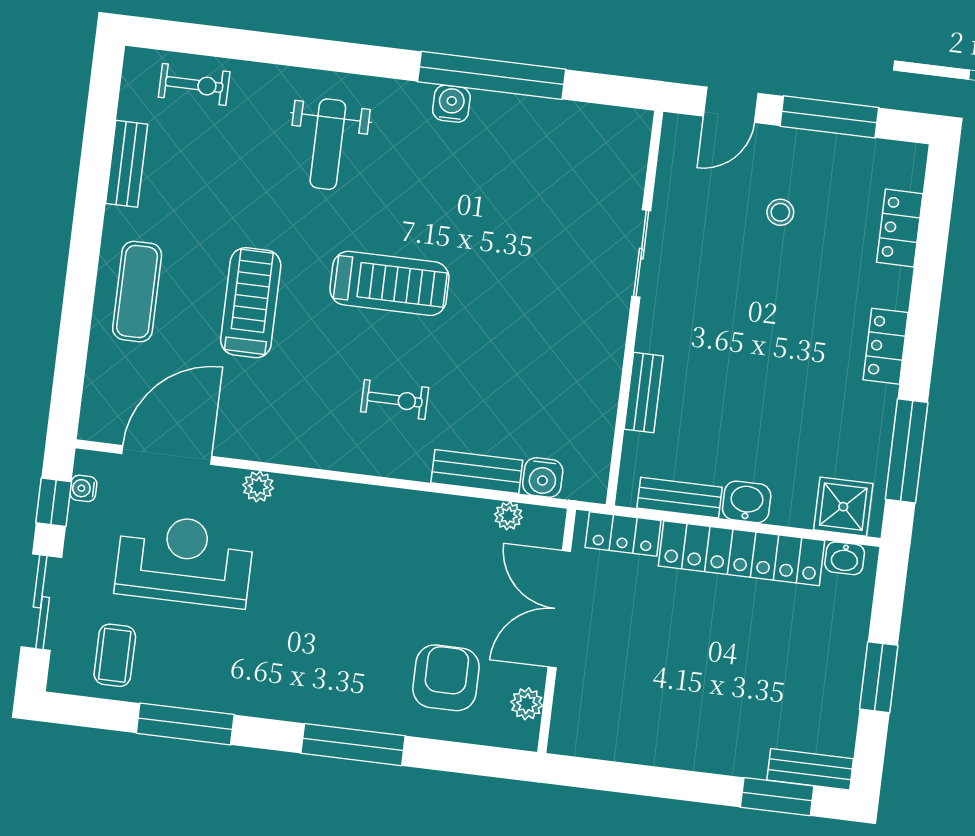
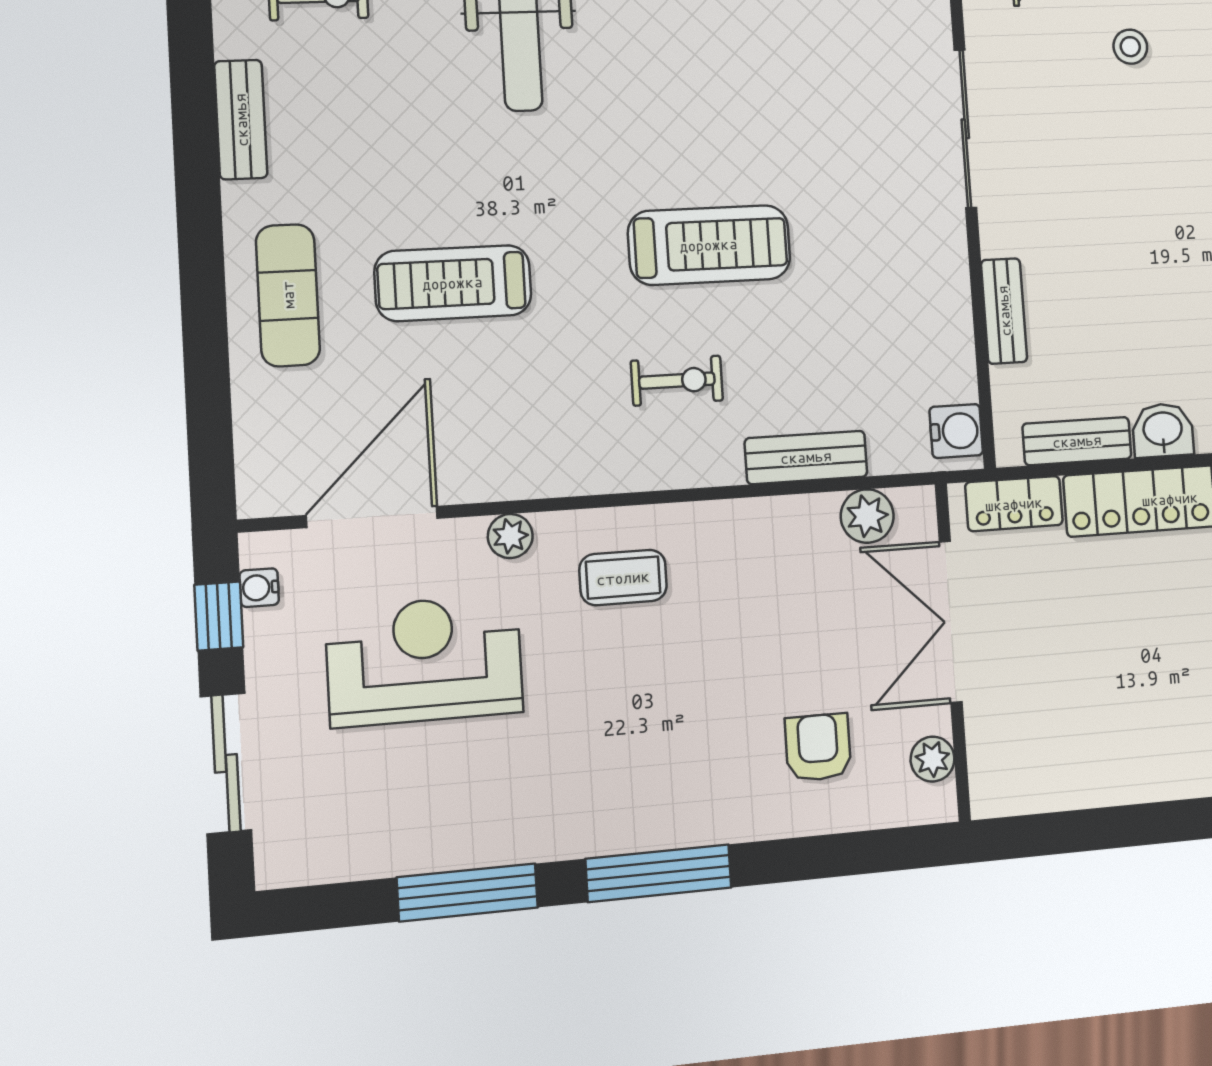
sliding door: (641, 254) -> (965, 129), width x1.37
treadmill: (389, 283) -> (709, 245), moved
treadmill: (251, 303) -> (453, 283), turned -90
water cooler: (543, 477) -> (956, 431), moved, turned -90
plant: (508, 516) -> (867, 516), width x1.38, depth x1.38
coffee table: (115, 655) -> (623, 578), moved, turned 90
armchair: (446, 678) -> (818, 747), width x0.72, depth x0.72
window: (353, 745) -> (659, 873), moved

